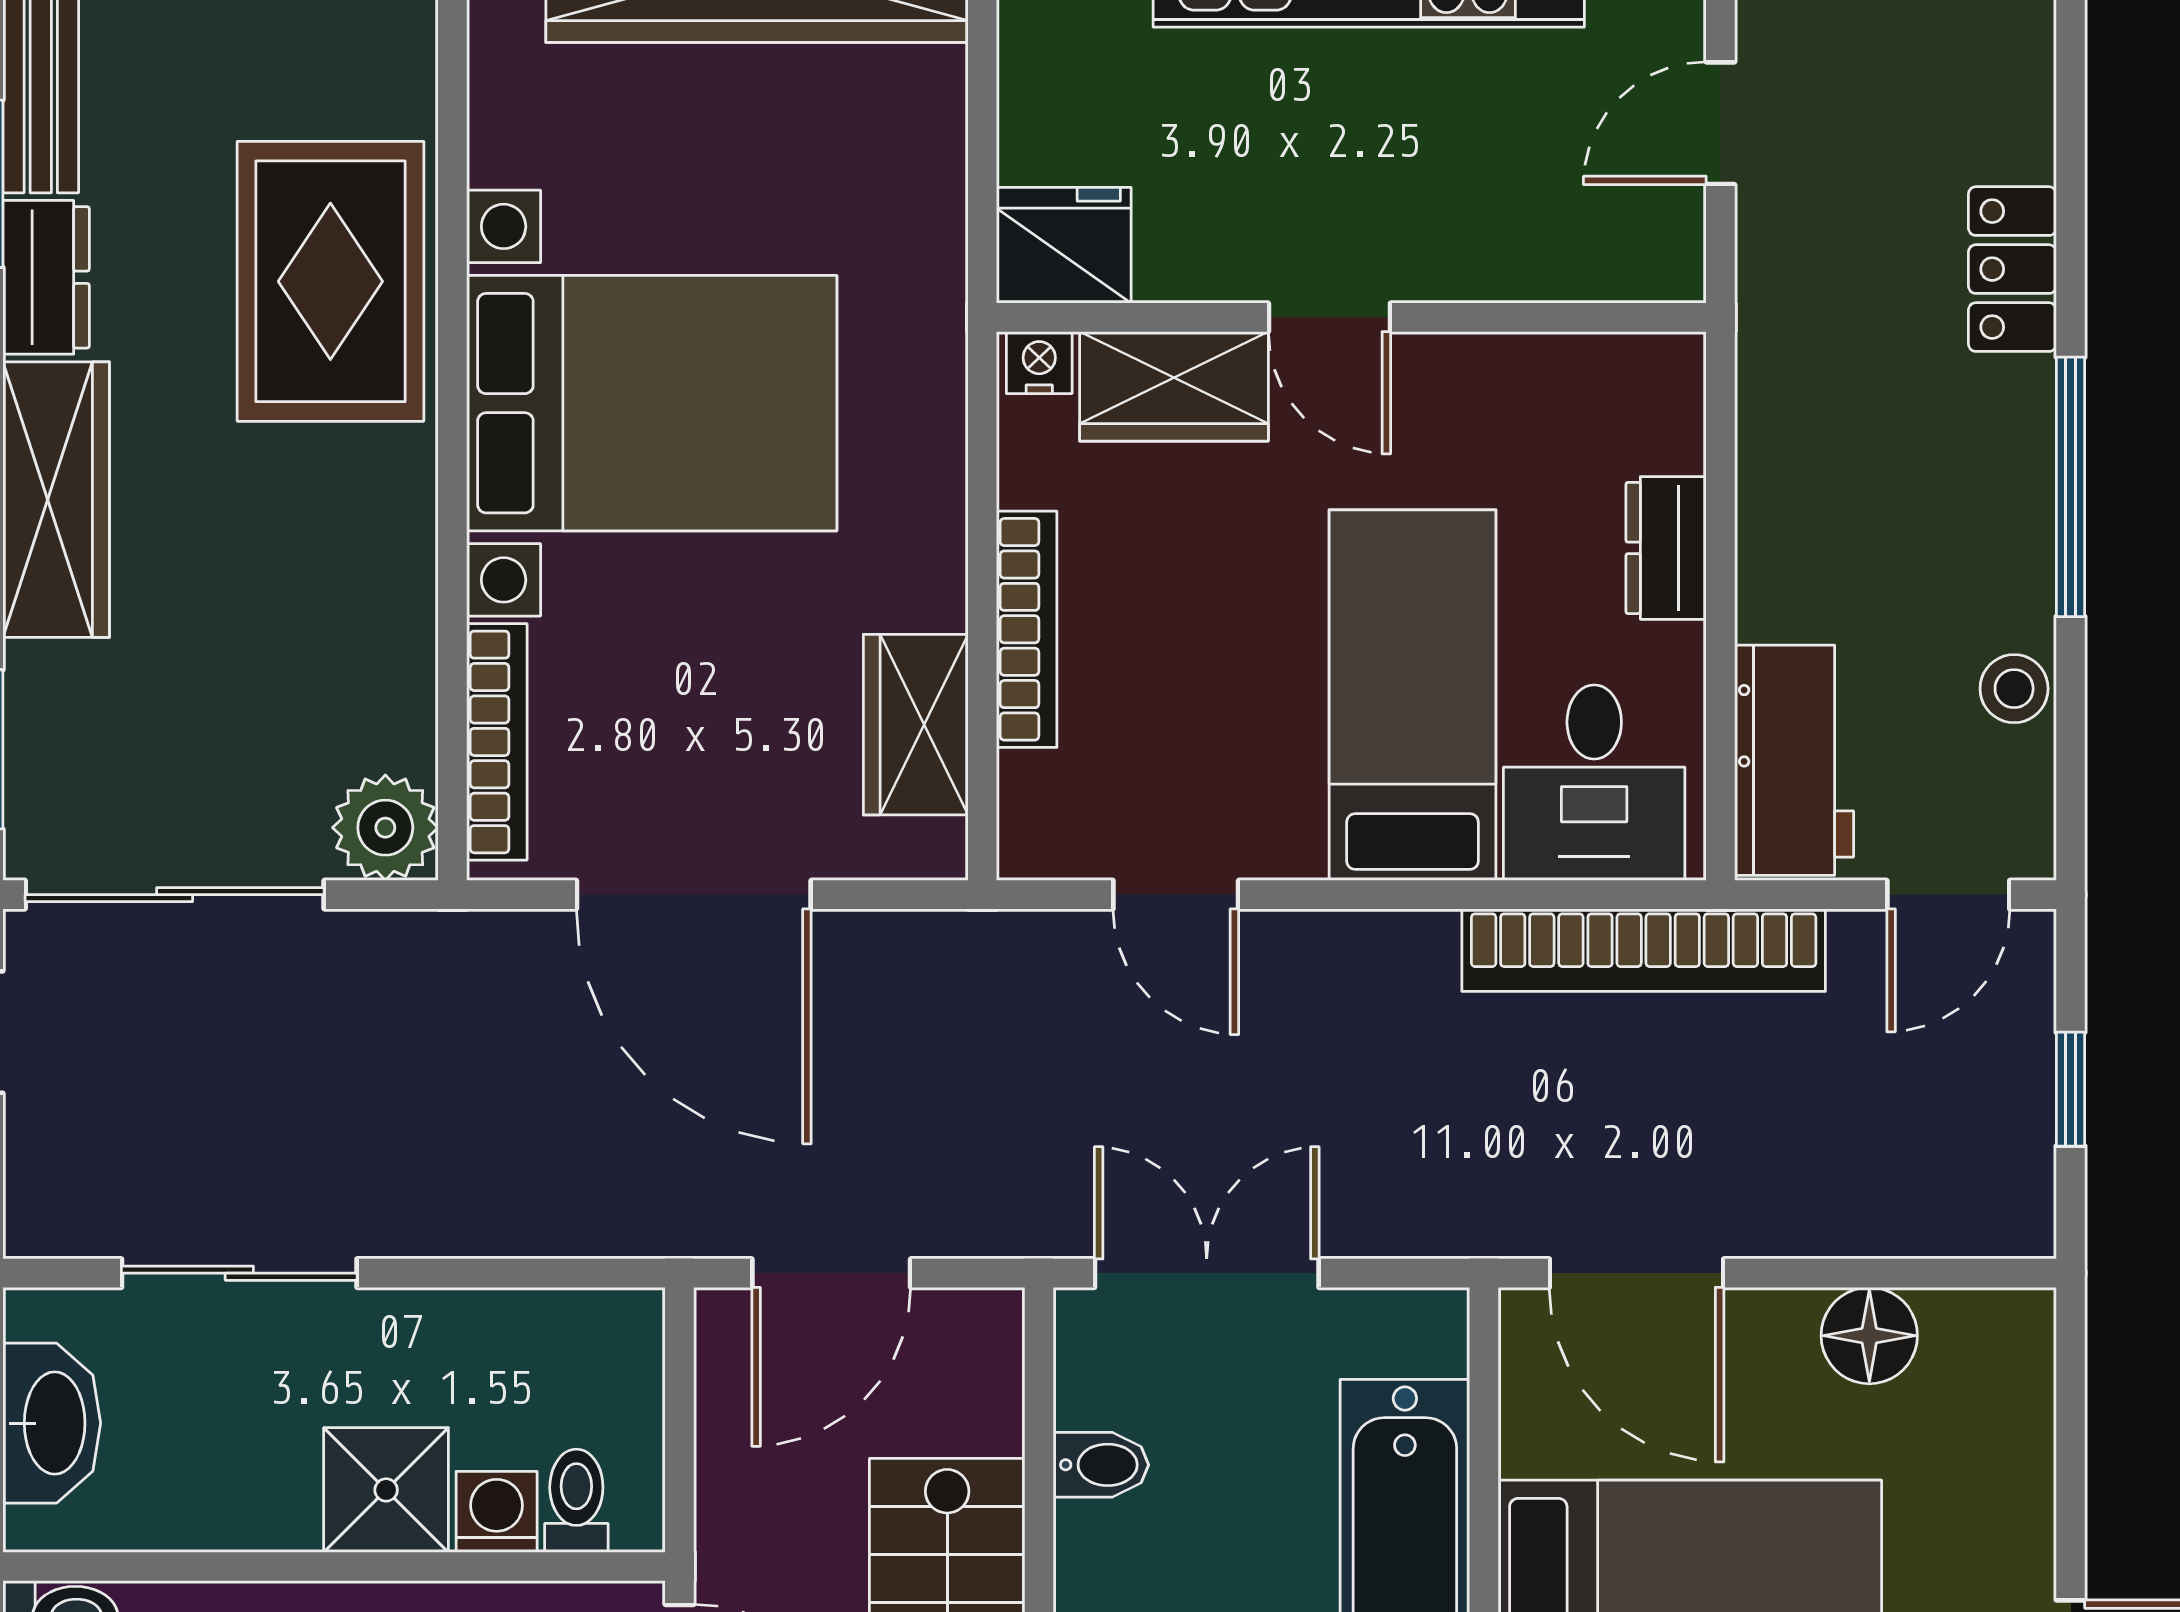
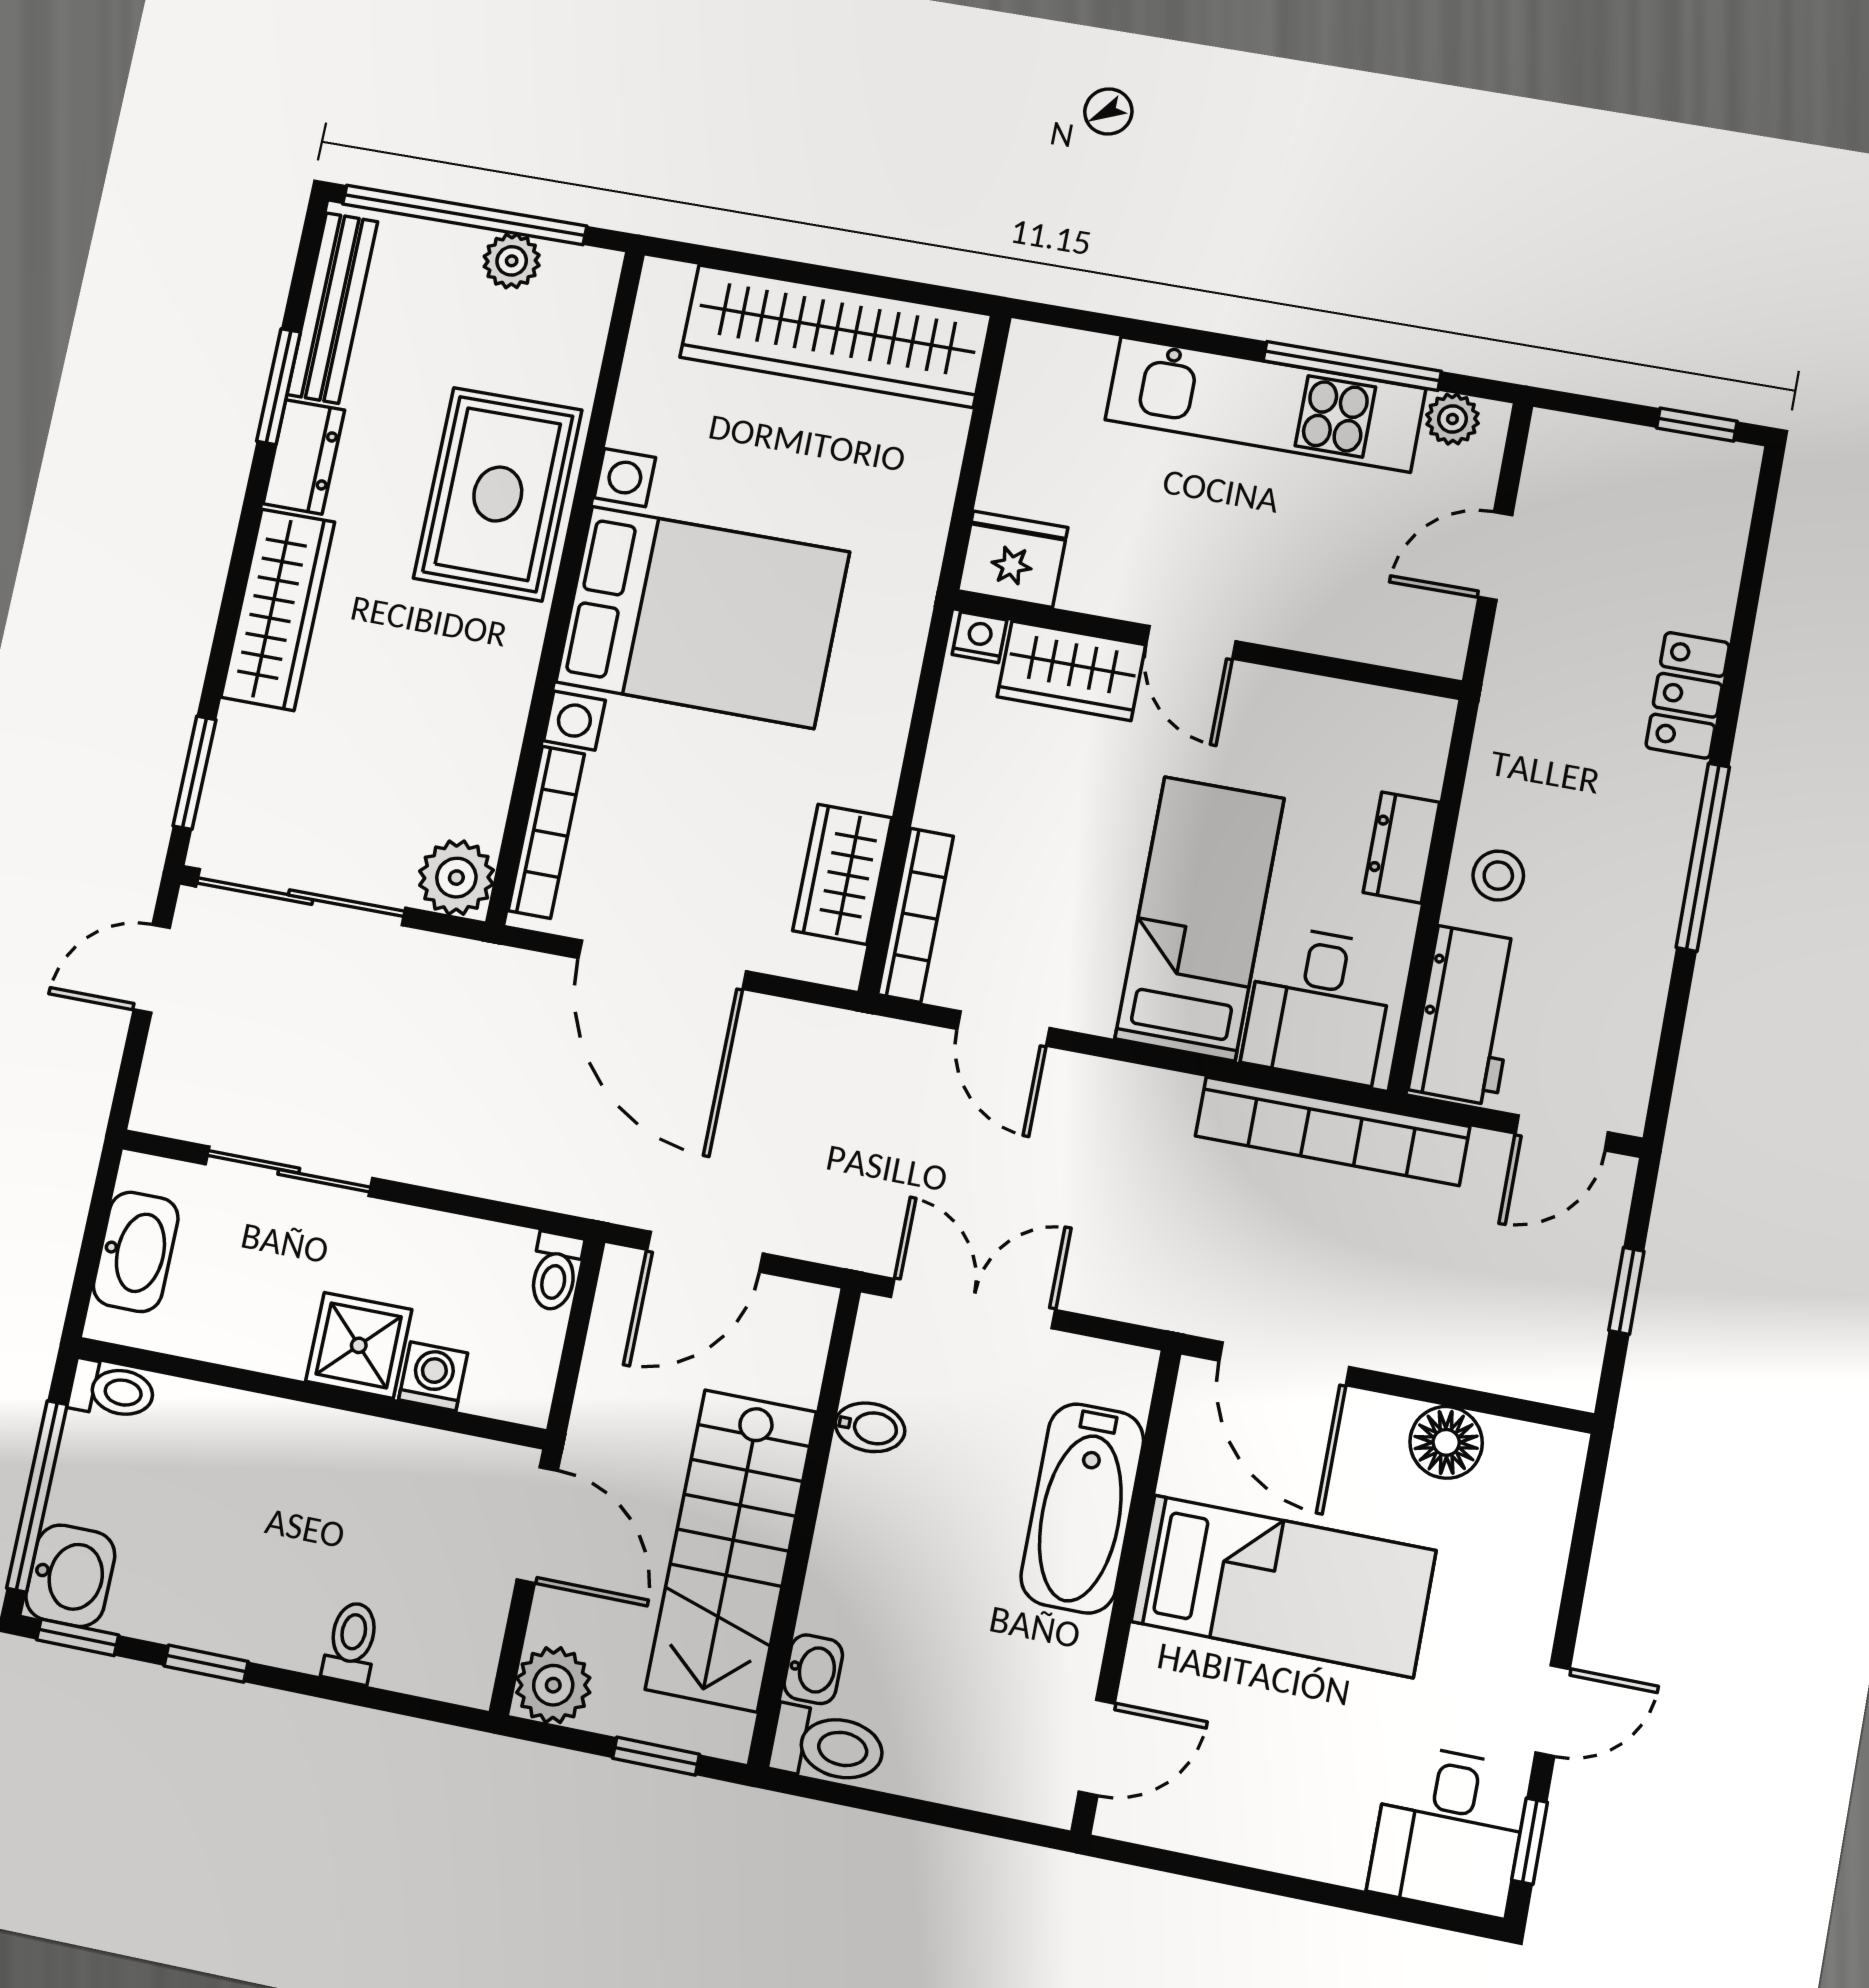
bookcase: (1027, 629) -> (916, 915), moved
stool: (2014, 689) -> (1498, 876), moved
toilet: (576, 1501) -> (555, 1272), moved, turned 180

